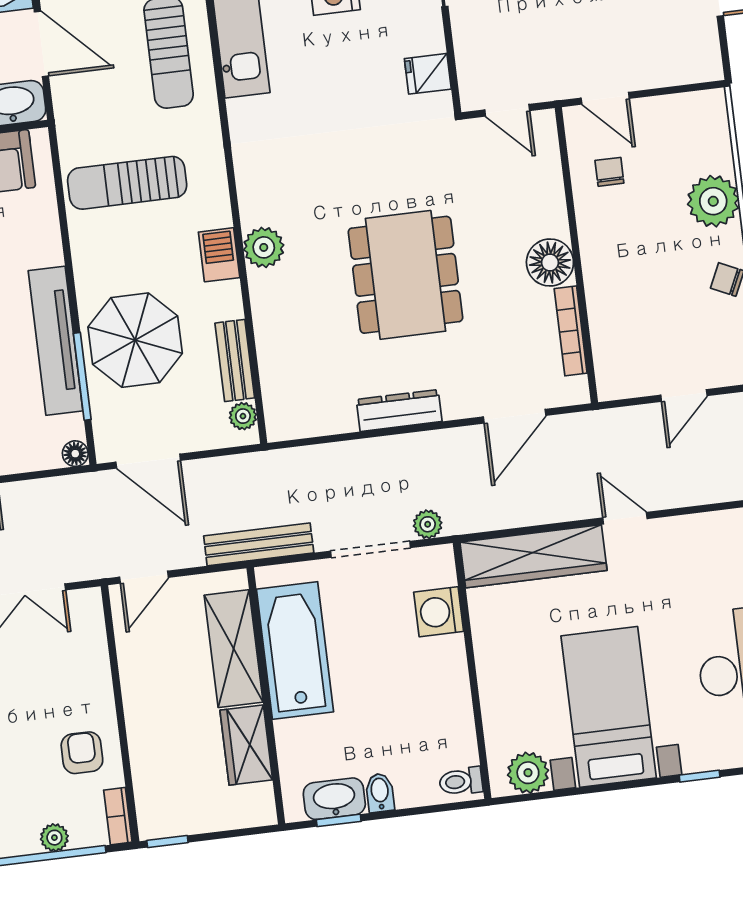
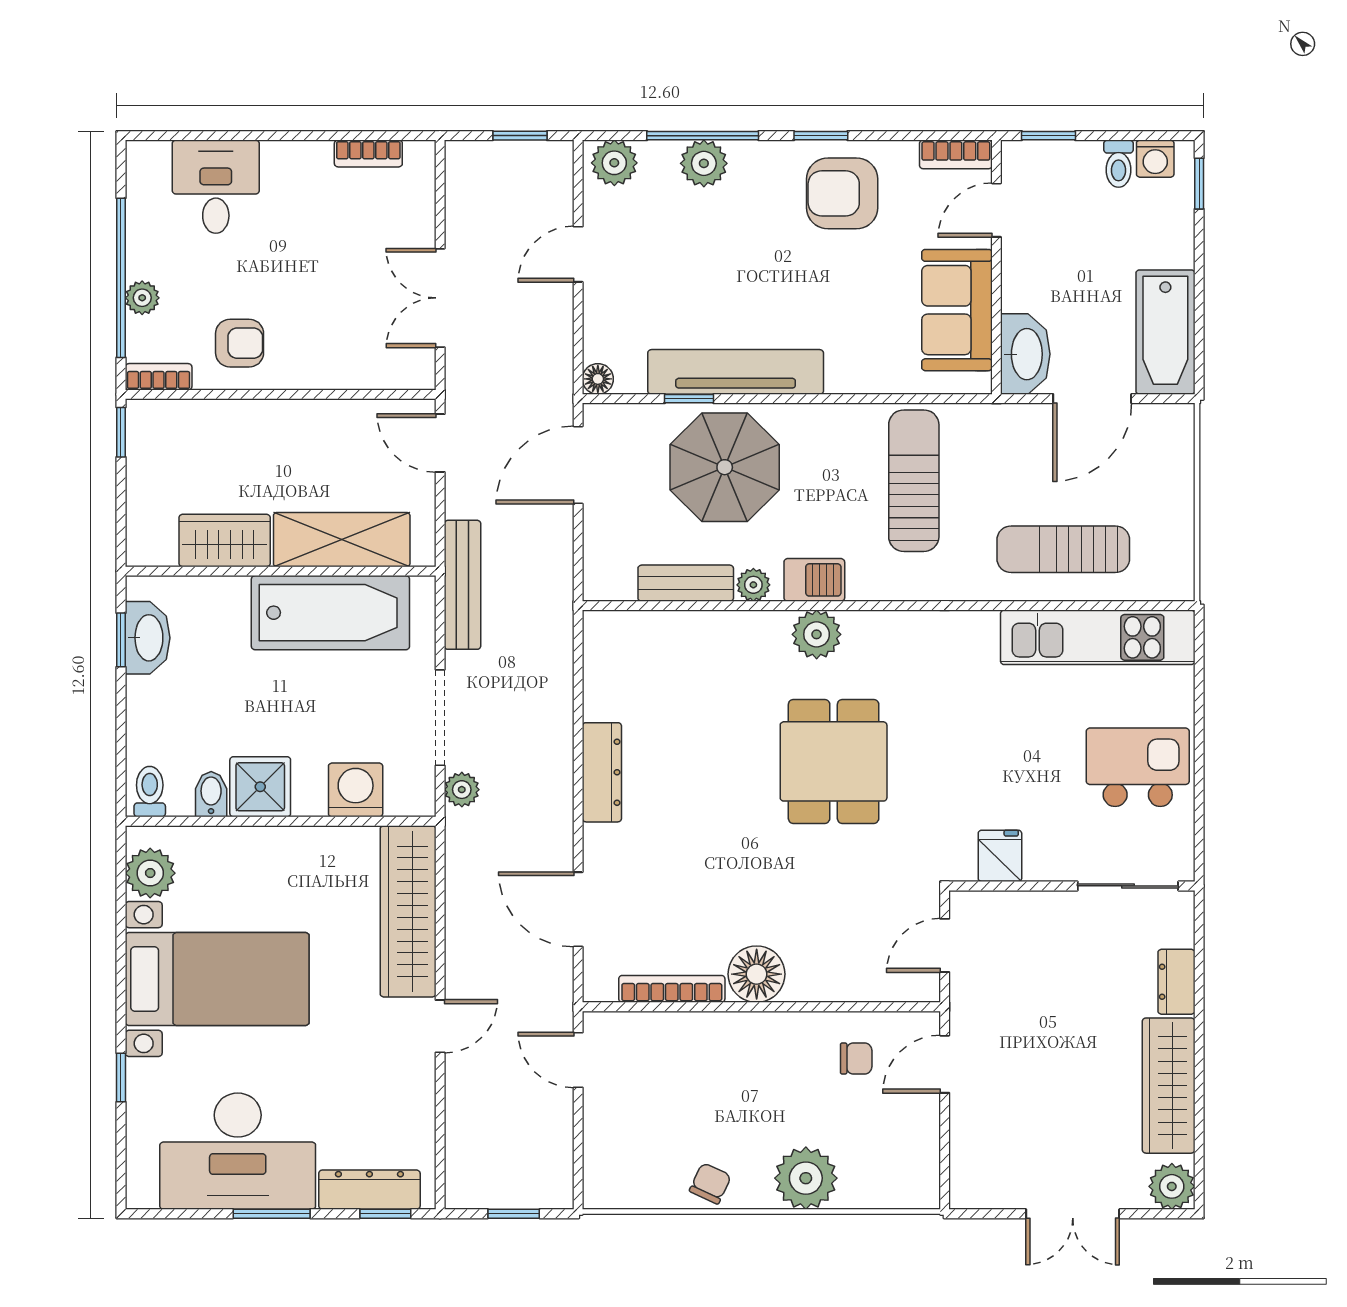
dining table: (405, 275) -> (834, 761), moved, width x0.73
window: (82, 376) -> (689, 399), width x0.46
door: (684, 395) -> (578, 1060), moved
plant: (243, 416) -> (753, 585), moved
shower: (446, 691) -> (260, 787), added
bidet: (380, 793) -> (211, 794), moved, turned -90

